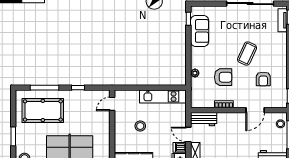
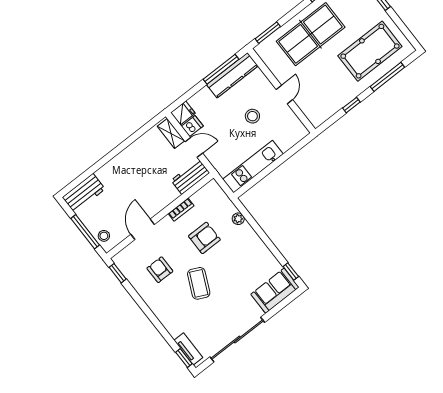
sofa: (200, 31) -> (275, 291), moved, turned 90
armchair: (223, 77) -> (204, 238), turned 180
door: (112, 104) -> (284, 95), moved

